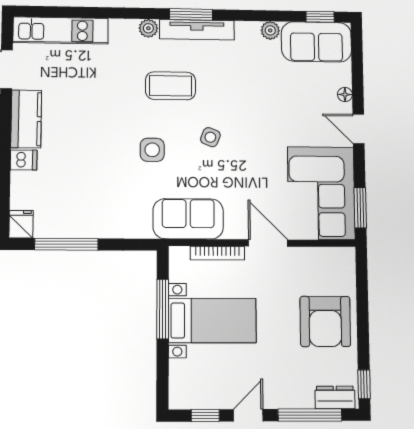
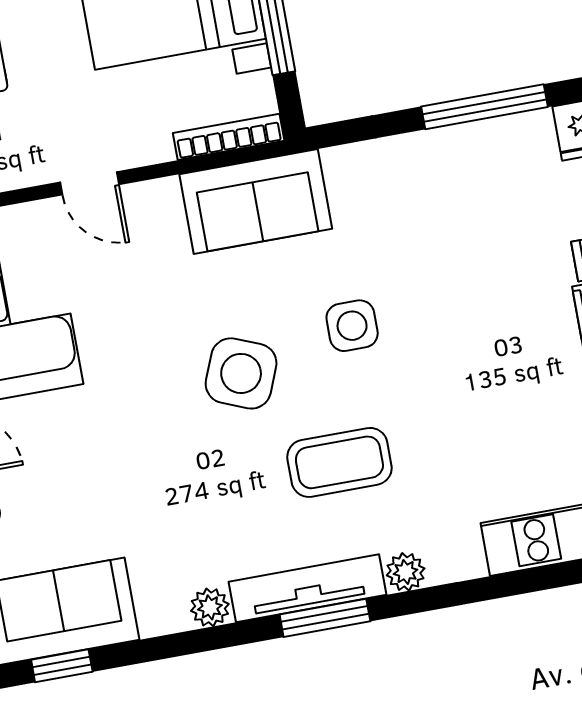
plant: (270, 30) -> (210, 607), moved
side table: (210, 137) -> (241, 373), width x1.87, depth x1.87
door: (268, 243) -> (89, 183), width x0.73
bookcase: (217, 253) -> (229, 137), moved

